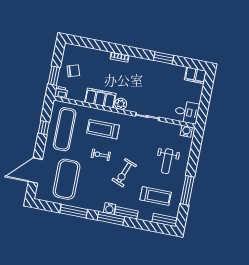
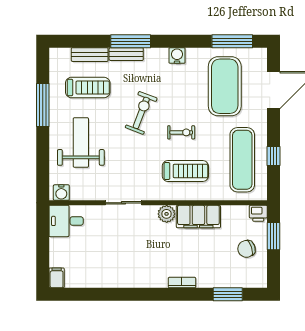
window: (164, 58) -> (228, 294), moved
filing cabinet: (195, 75) -> (57, 278), width x0.50
weight bench: (167, 161) -> (81, 143), width x1.36, depth x1.33
treadmill: (156, 196) -> (88, 87), turned 180
water cooler: (109, 208) -> (177, 56), moved
window: (74, 211) -> (232, 41), moved
window: (111, 218) -> (131, 41), moved
bench: (165, 220) -> (90, 55), moved

